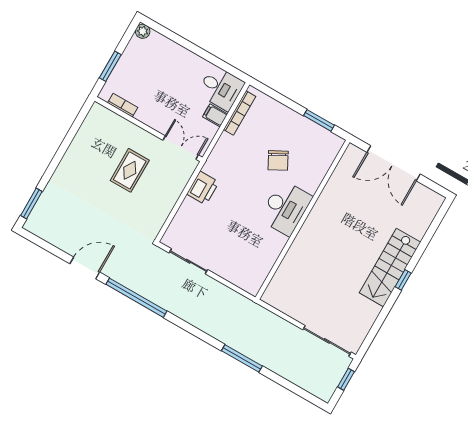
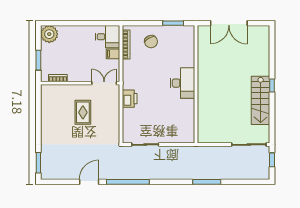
plant: (143, 31) -> (49, 34), width x1.87, depth x1.87
chair: (278, 160) -> (151, 42), moved
stairs: (390, 268) -> (261, 100), moved

